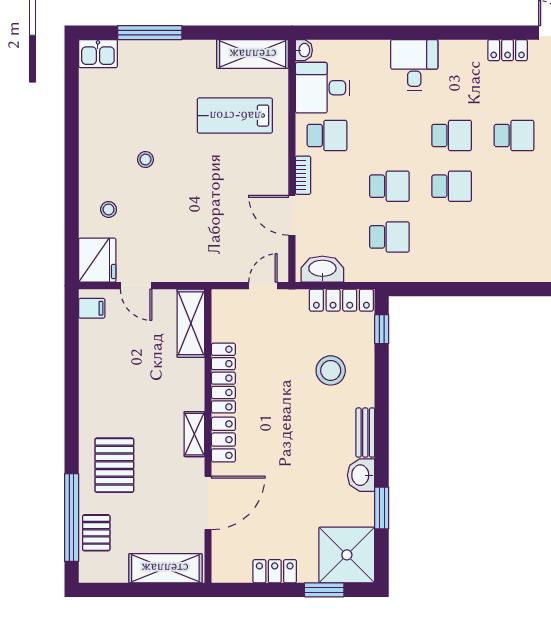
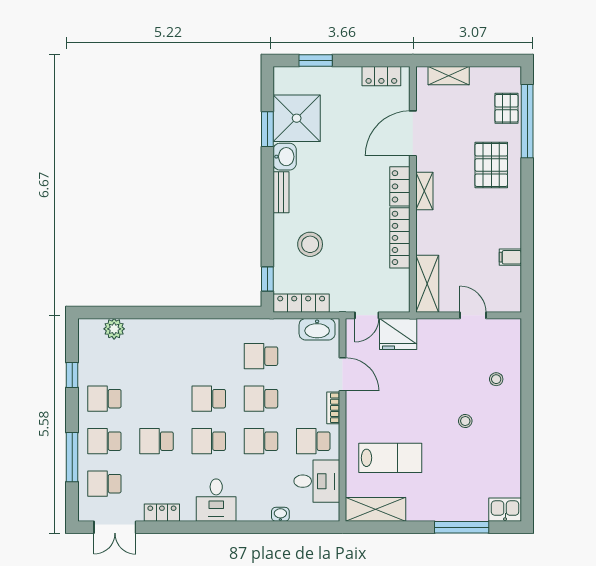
washbasin: (304, 50) -> (280, 514), moved, turned 90
desk: (414, 65) -> (216, 500), moved
school desk: (389, 135) -> (261, 441), added
fridge: (97, 260) -> (398, 334), moved, turned -90
filing cabinet: (92, 308) -> (510, 257), moved
shower: (347, 555) -> (297, 118), moved
shelving: (165, 568) -> (449, 76), width x0.67, depth x0.75
locker: (275, 571) -> (381, 76), moved

